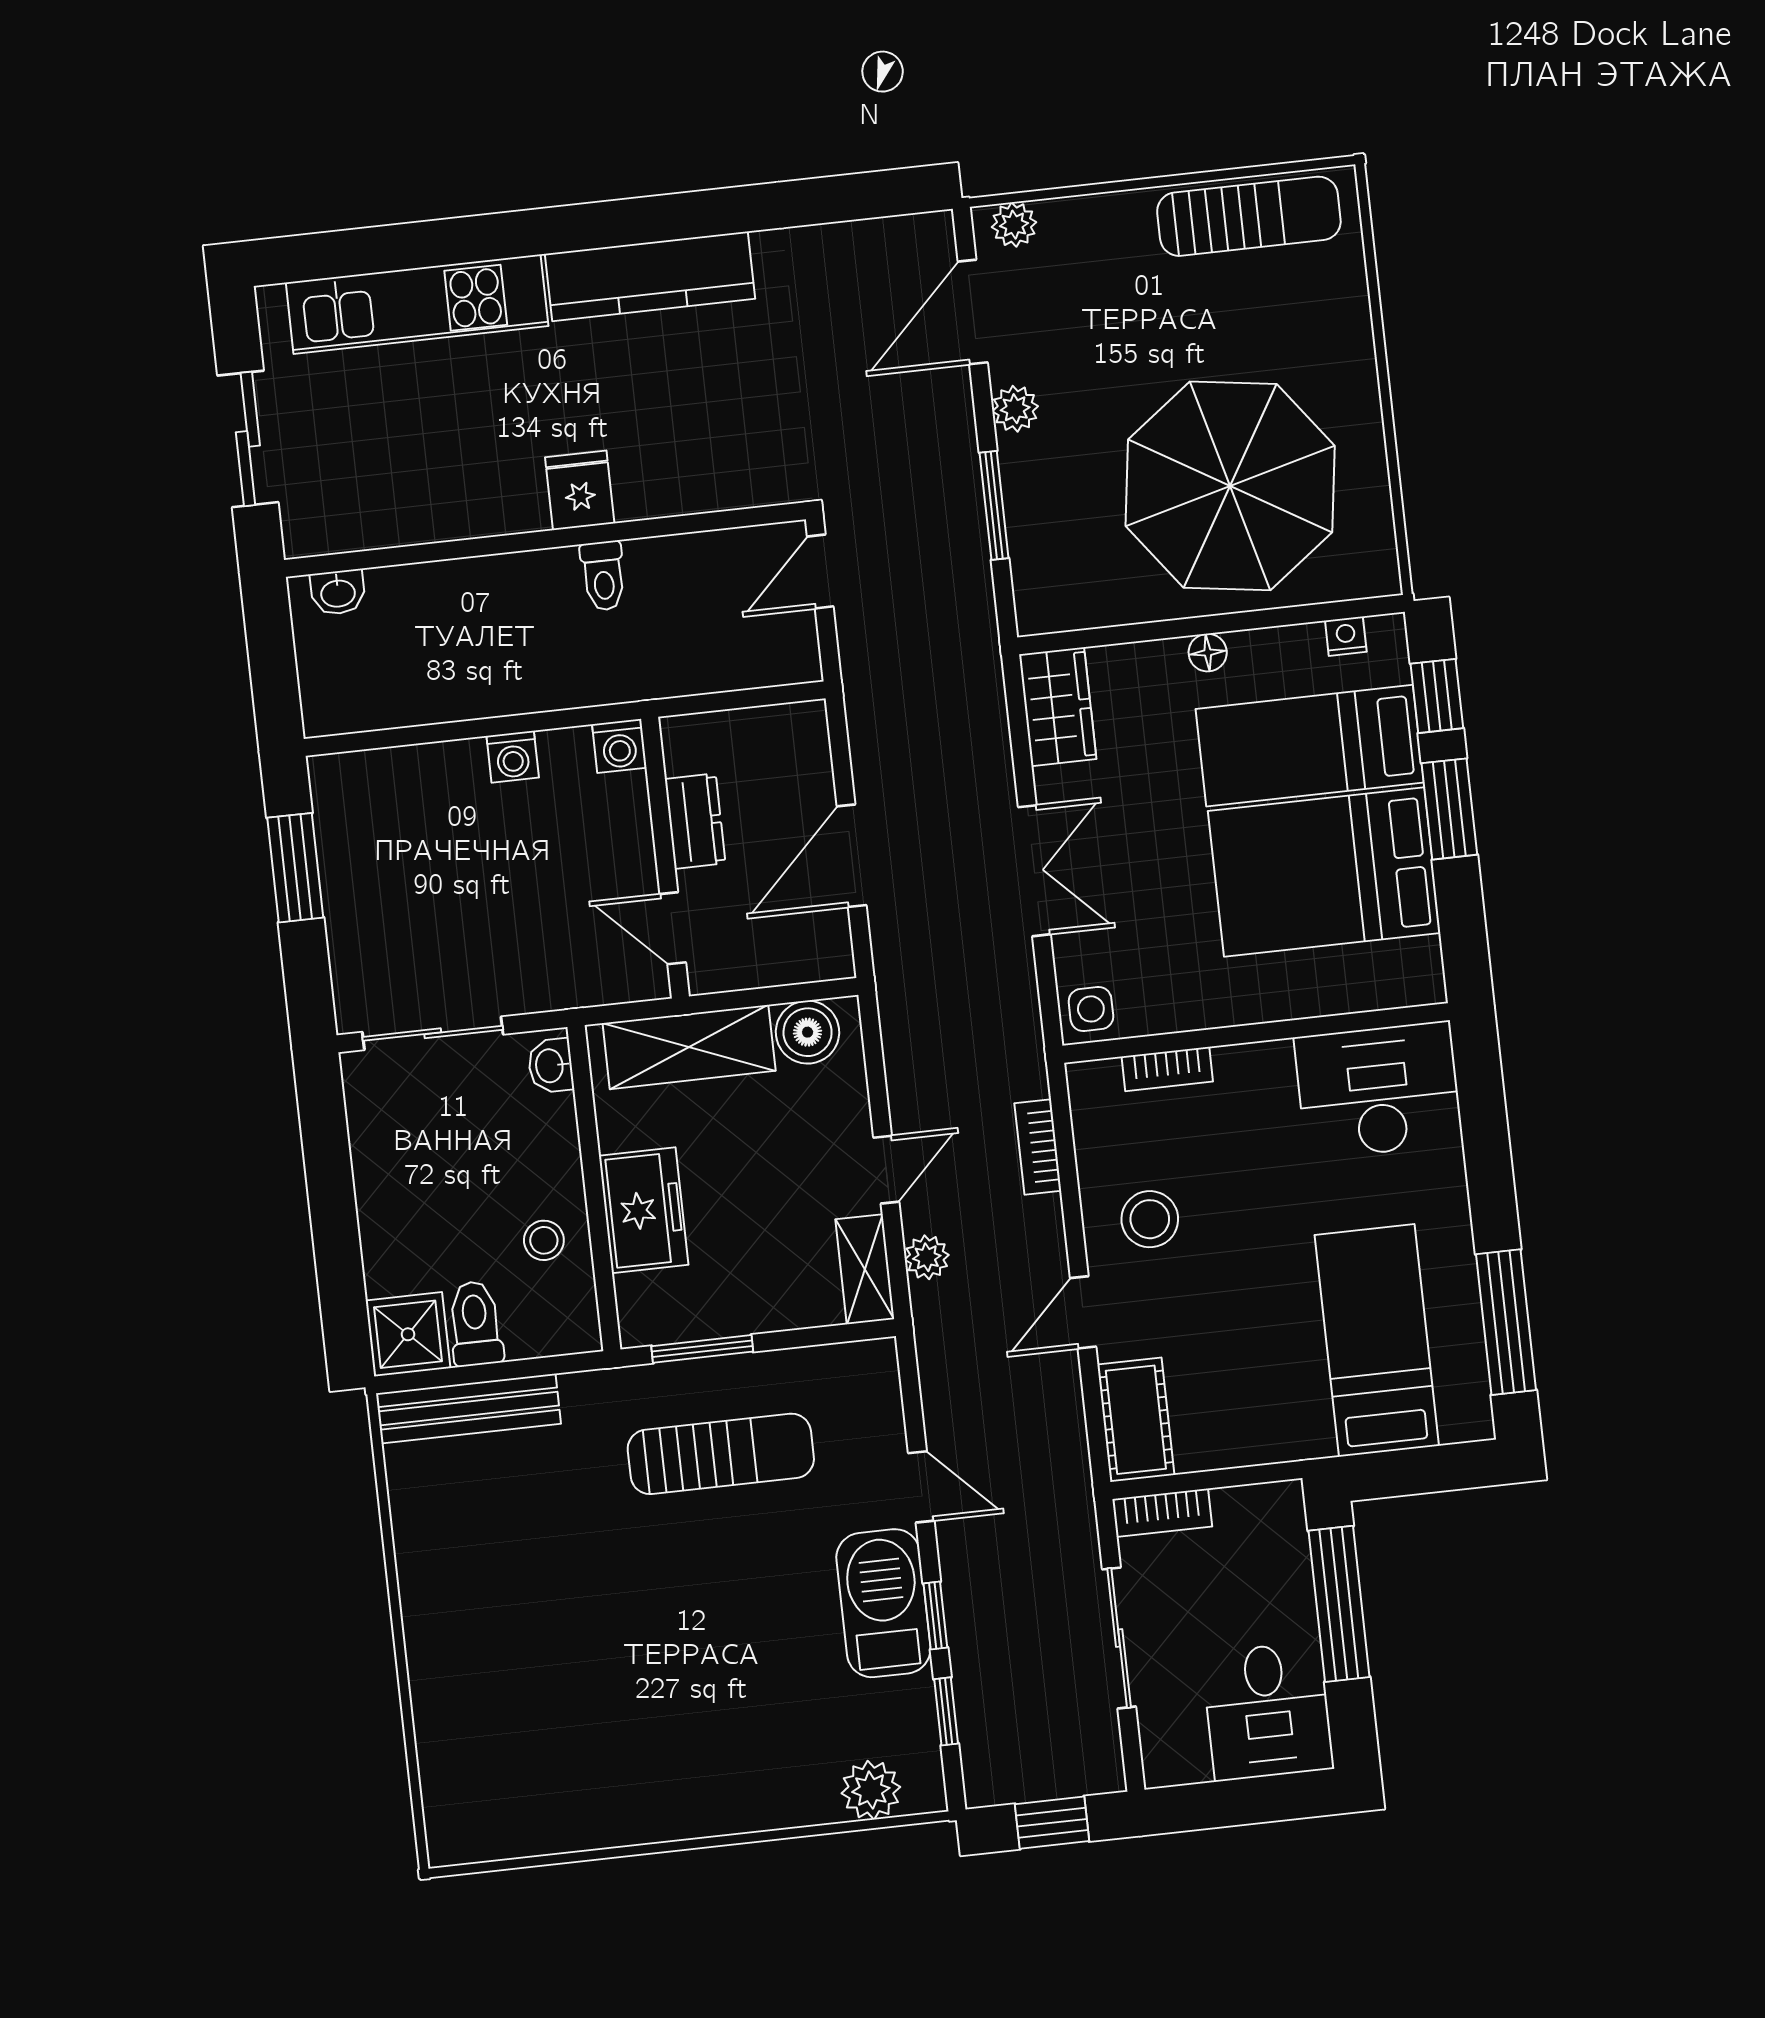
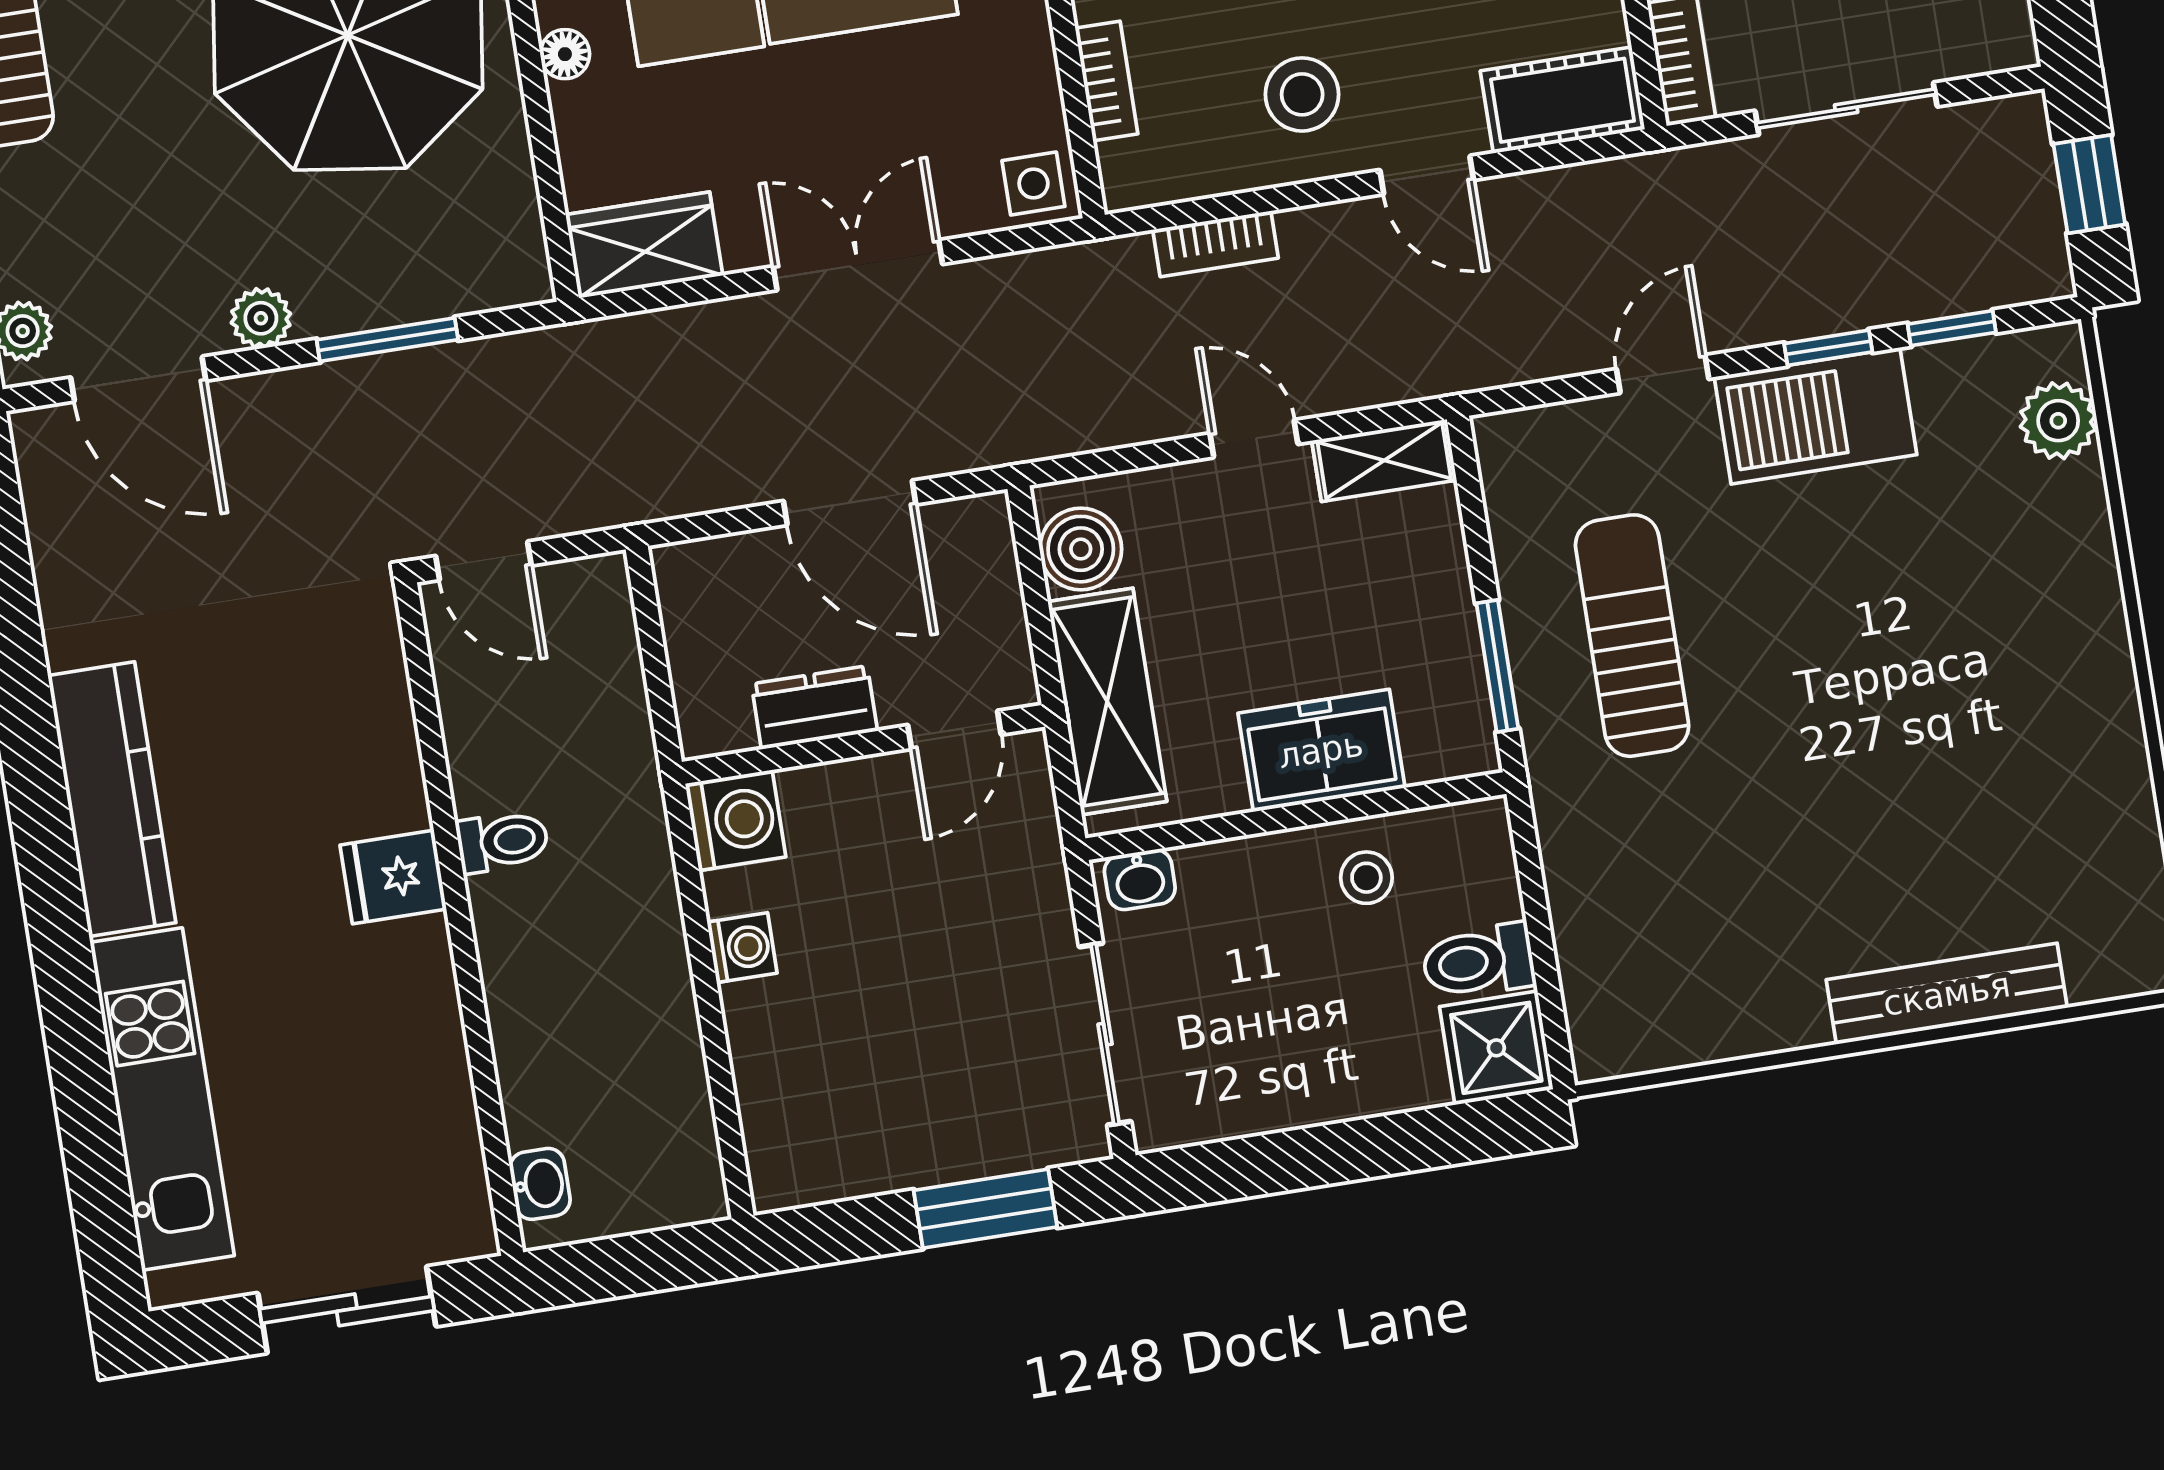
washing machine: (619, 746) -> (736, 820), width x1.38, depth x1.38
window: (295, 868) -> (985, 1209), moved
plant: (927, 1257) -> (1365, 381), removed
bench: (468, 1409) -> (1947, 994), moved, turned 90

